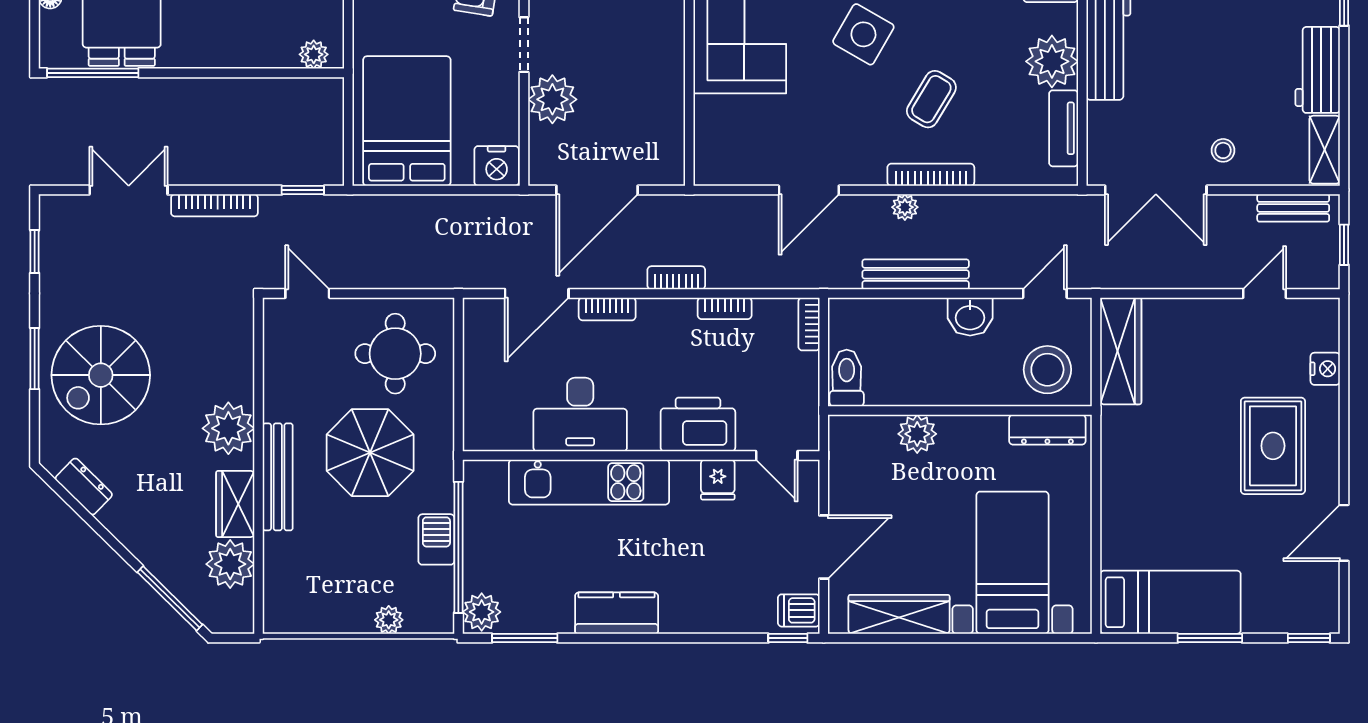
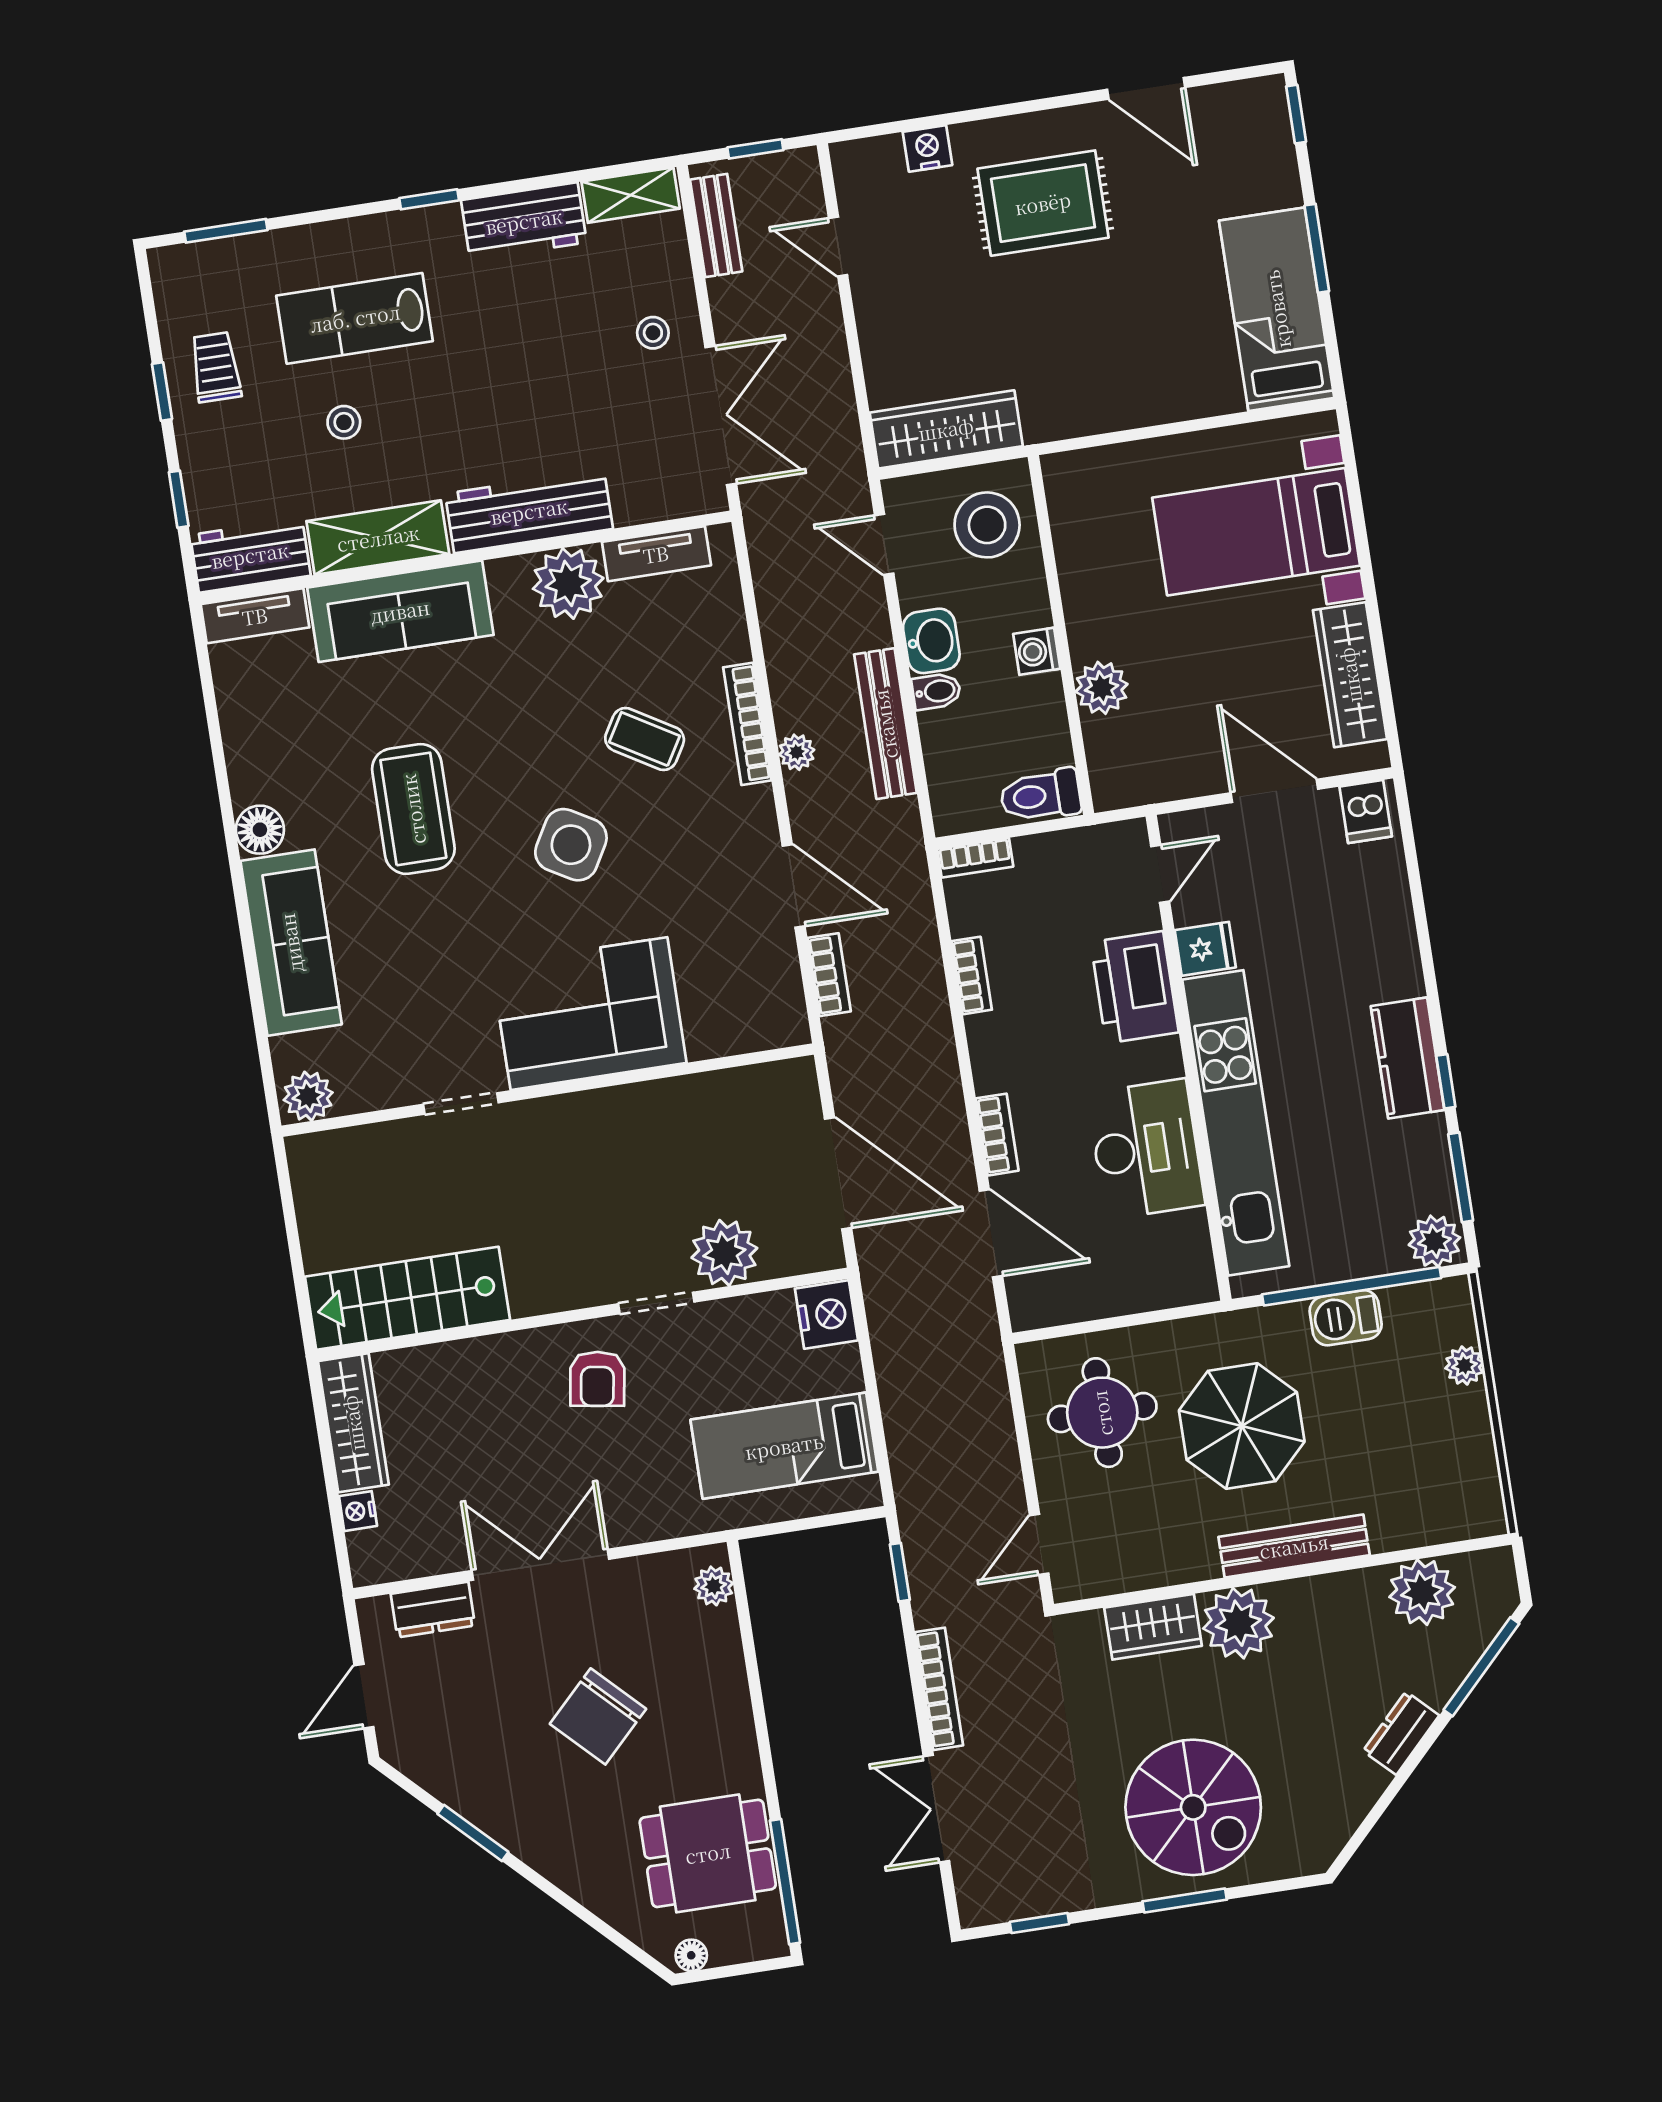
bed: (407, 121) -> (784, 1446), width x0.67
bookcase: (676, 278) -> (829, 975), moved, turned 180
bidet: (933, 315) -> (936, 691), added
washing machine: (951, 391) -> (1037, 651), added
dresser: (1047, 430) -> (1068, 512), removed
kitchen unit: (589, 482) -> (1236, 1123), width x1.36
dresser: (84, 487) -> (1401, 1733), moved
wardrobe: (235, 504) -> (1153, 1627), moved
window: (788, 638) -> (1446, 1081), moved

